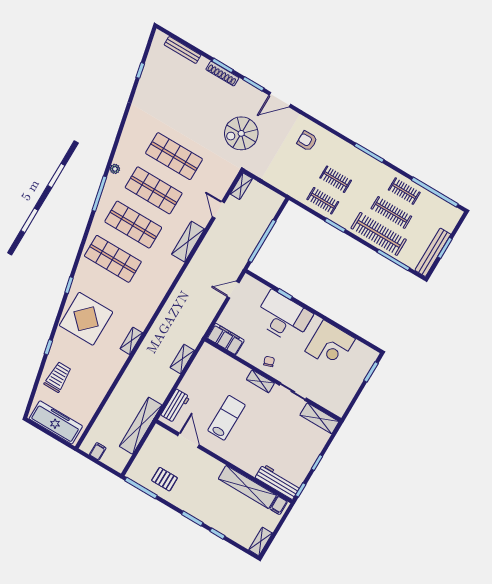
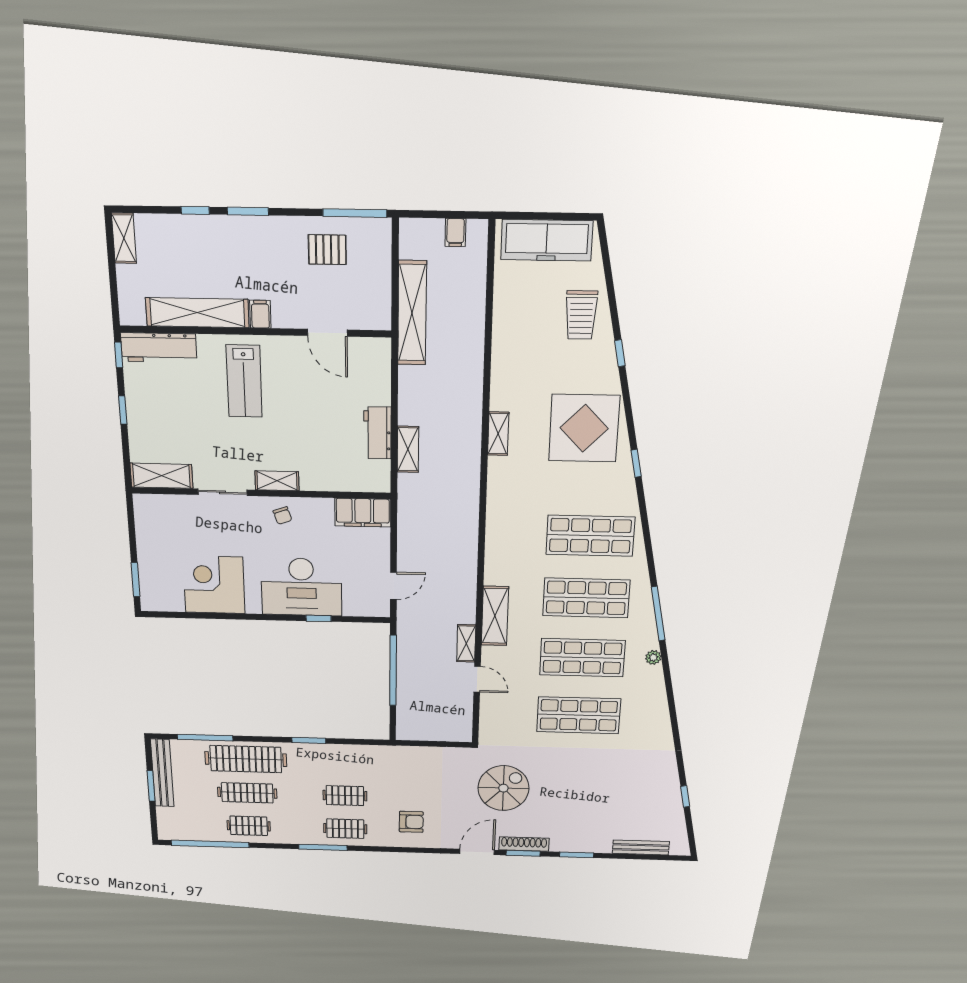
shoe rack: (222, 74) -> (524, 844), moved
shelving: (241, 186) -> (466, 643), moved
clothes rail: (323, 201) -> (345, 829), moved
workbench: (175, 406) -> (377, 433), moved
lab bench: (227, 418) -> (244, 381), moved
filing cabinet: (279, 505) -> (260, 314), moved

